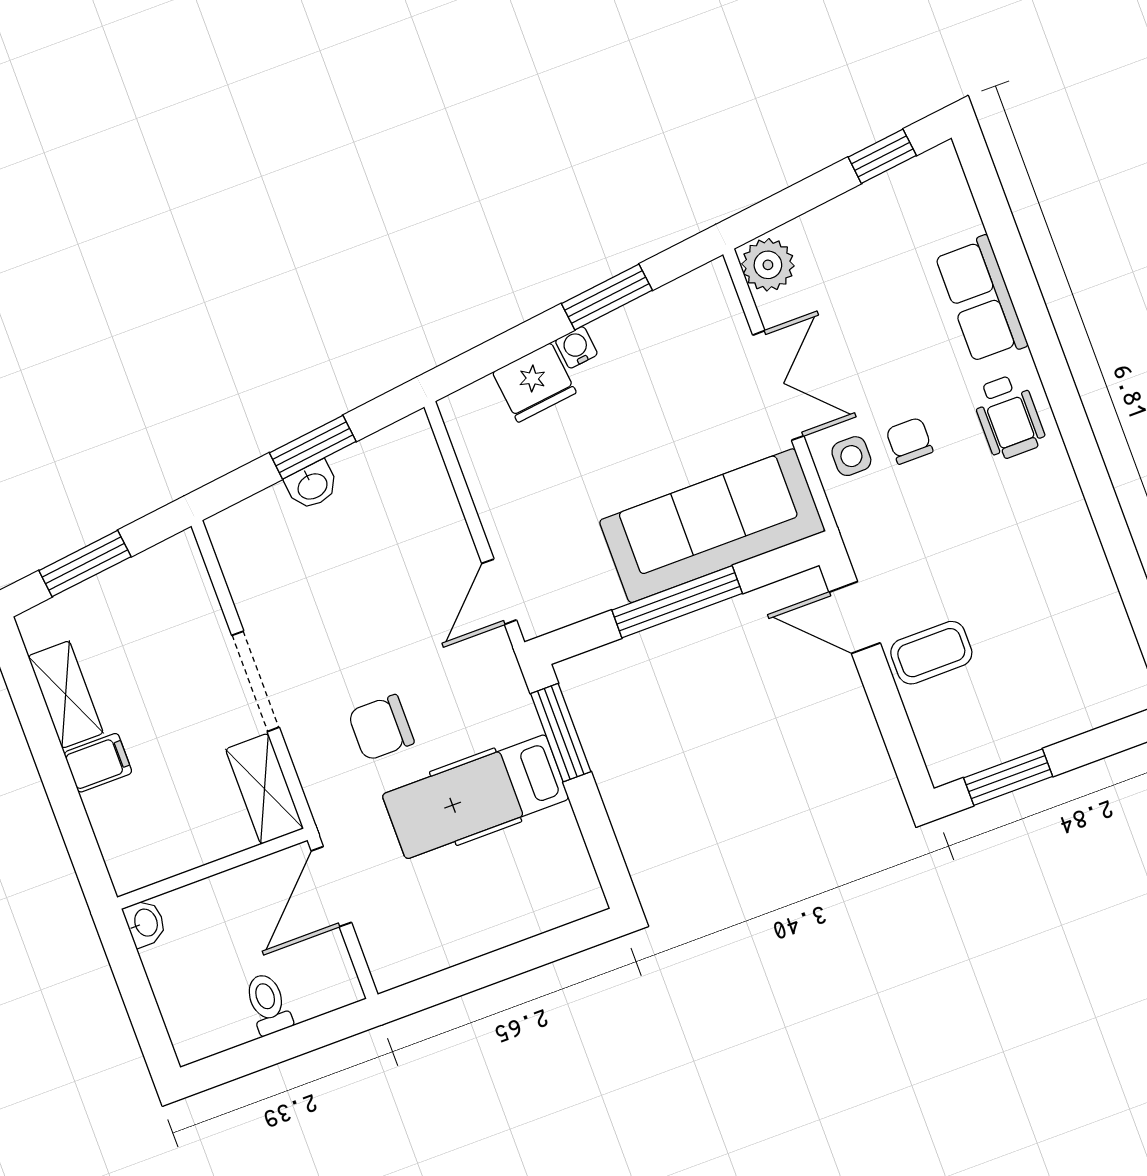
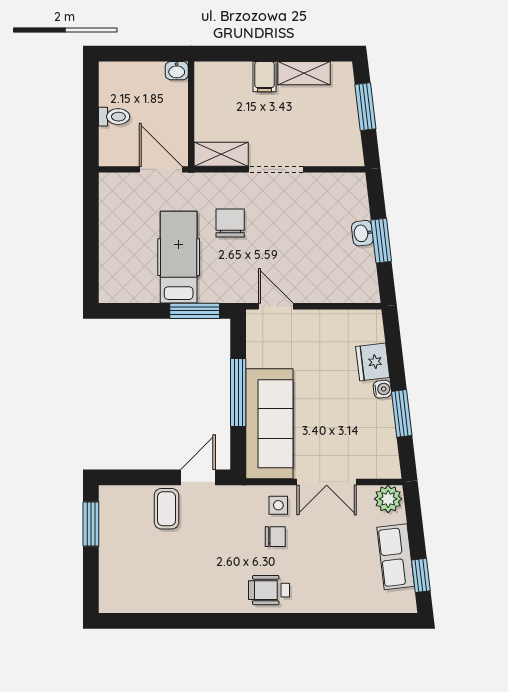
row of seats: (981, 300) -> (396, 557), moved, turned -97

